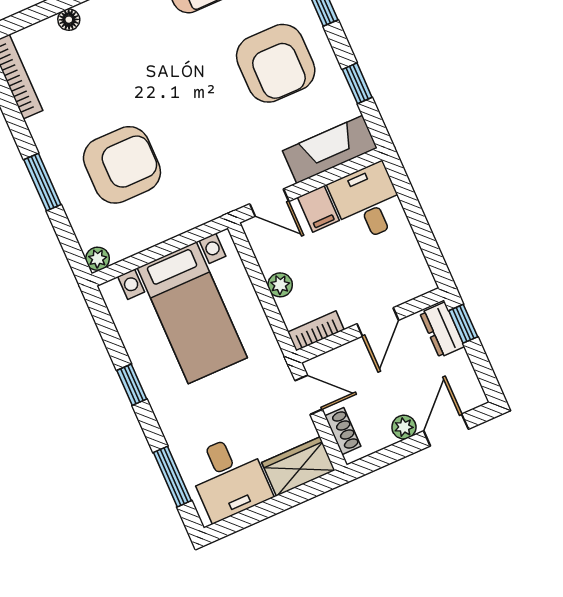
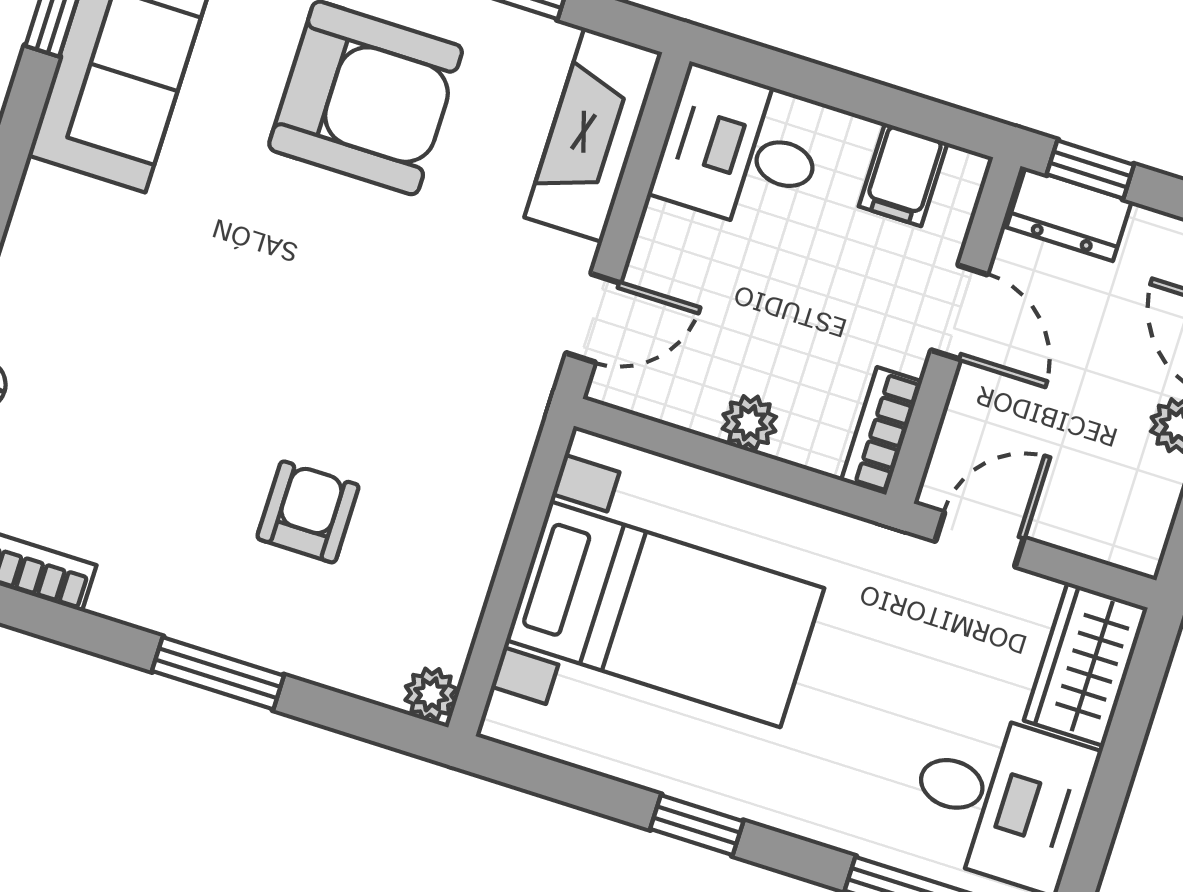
armchair: (122, 165) -> (308, 512), width x0.53, depth x0.53
filing cabinet: (318, 209) -> (903, 175), moved, turned 90
shoe rack: (343, 431) -> (1092, 536), removed

